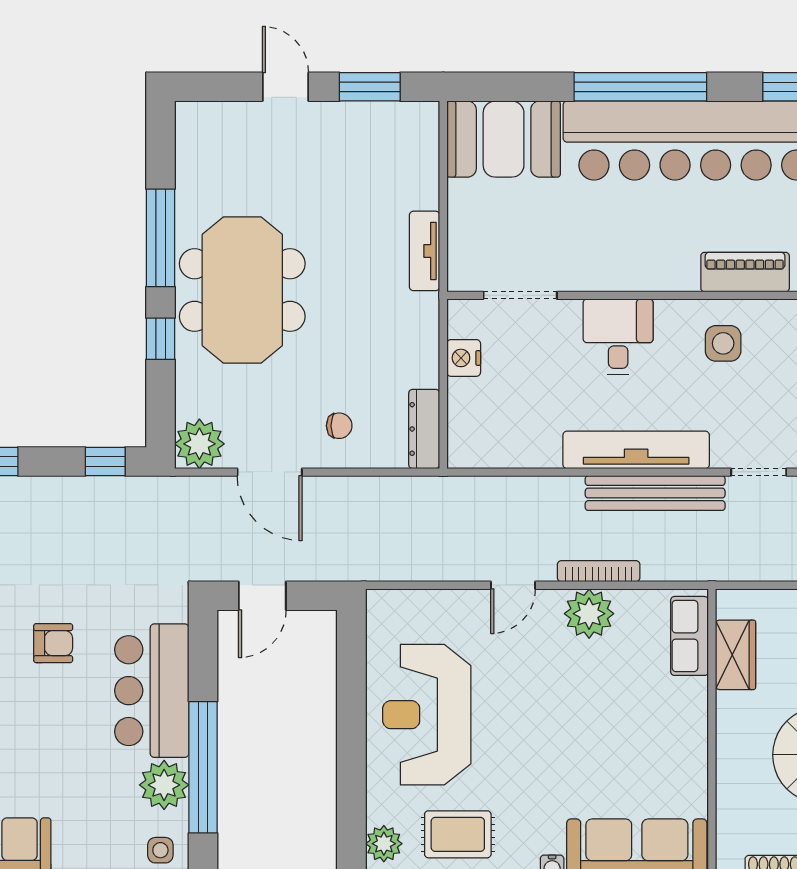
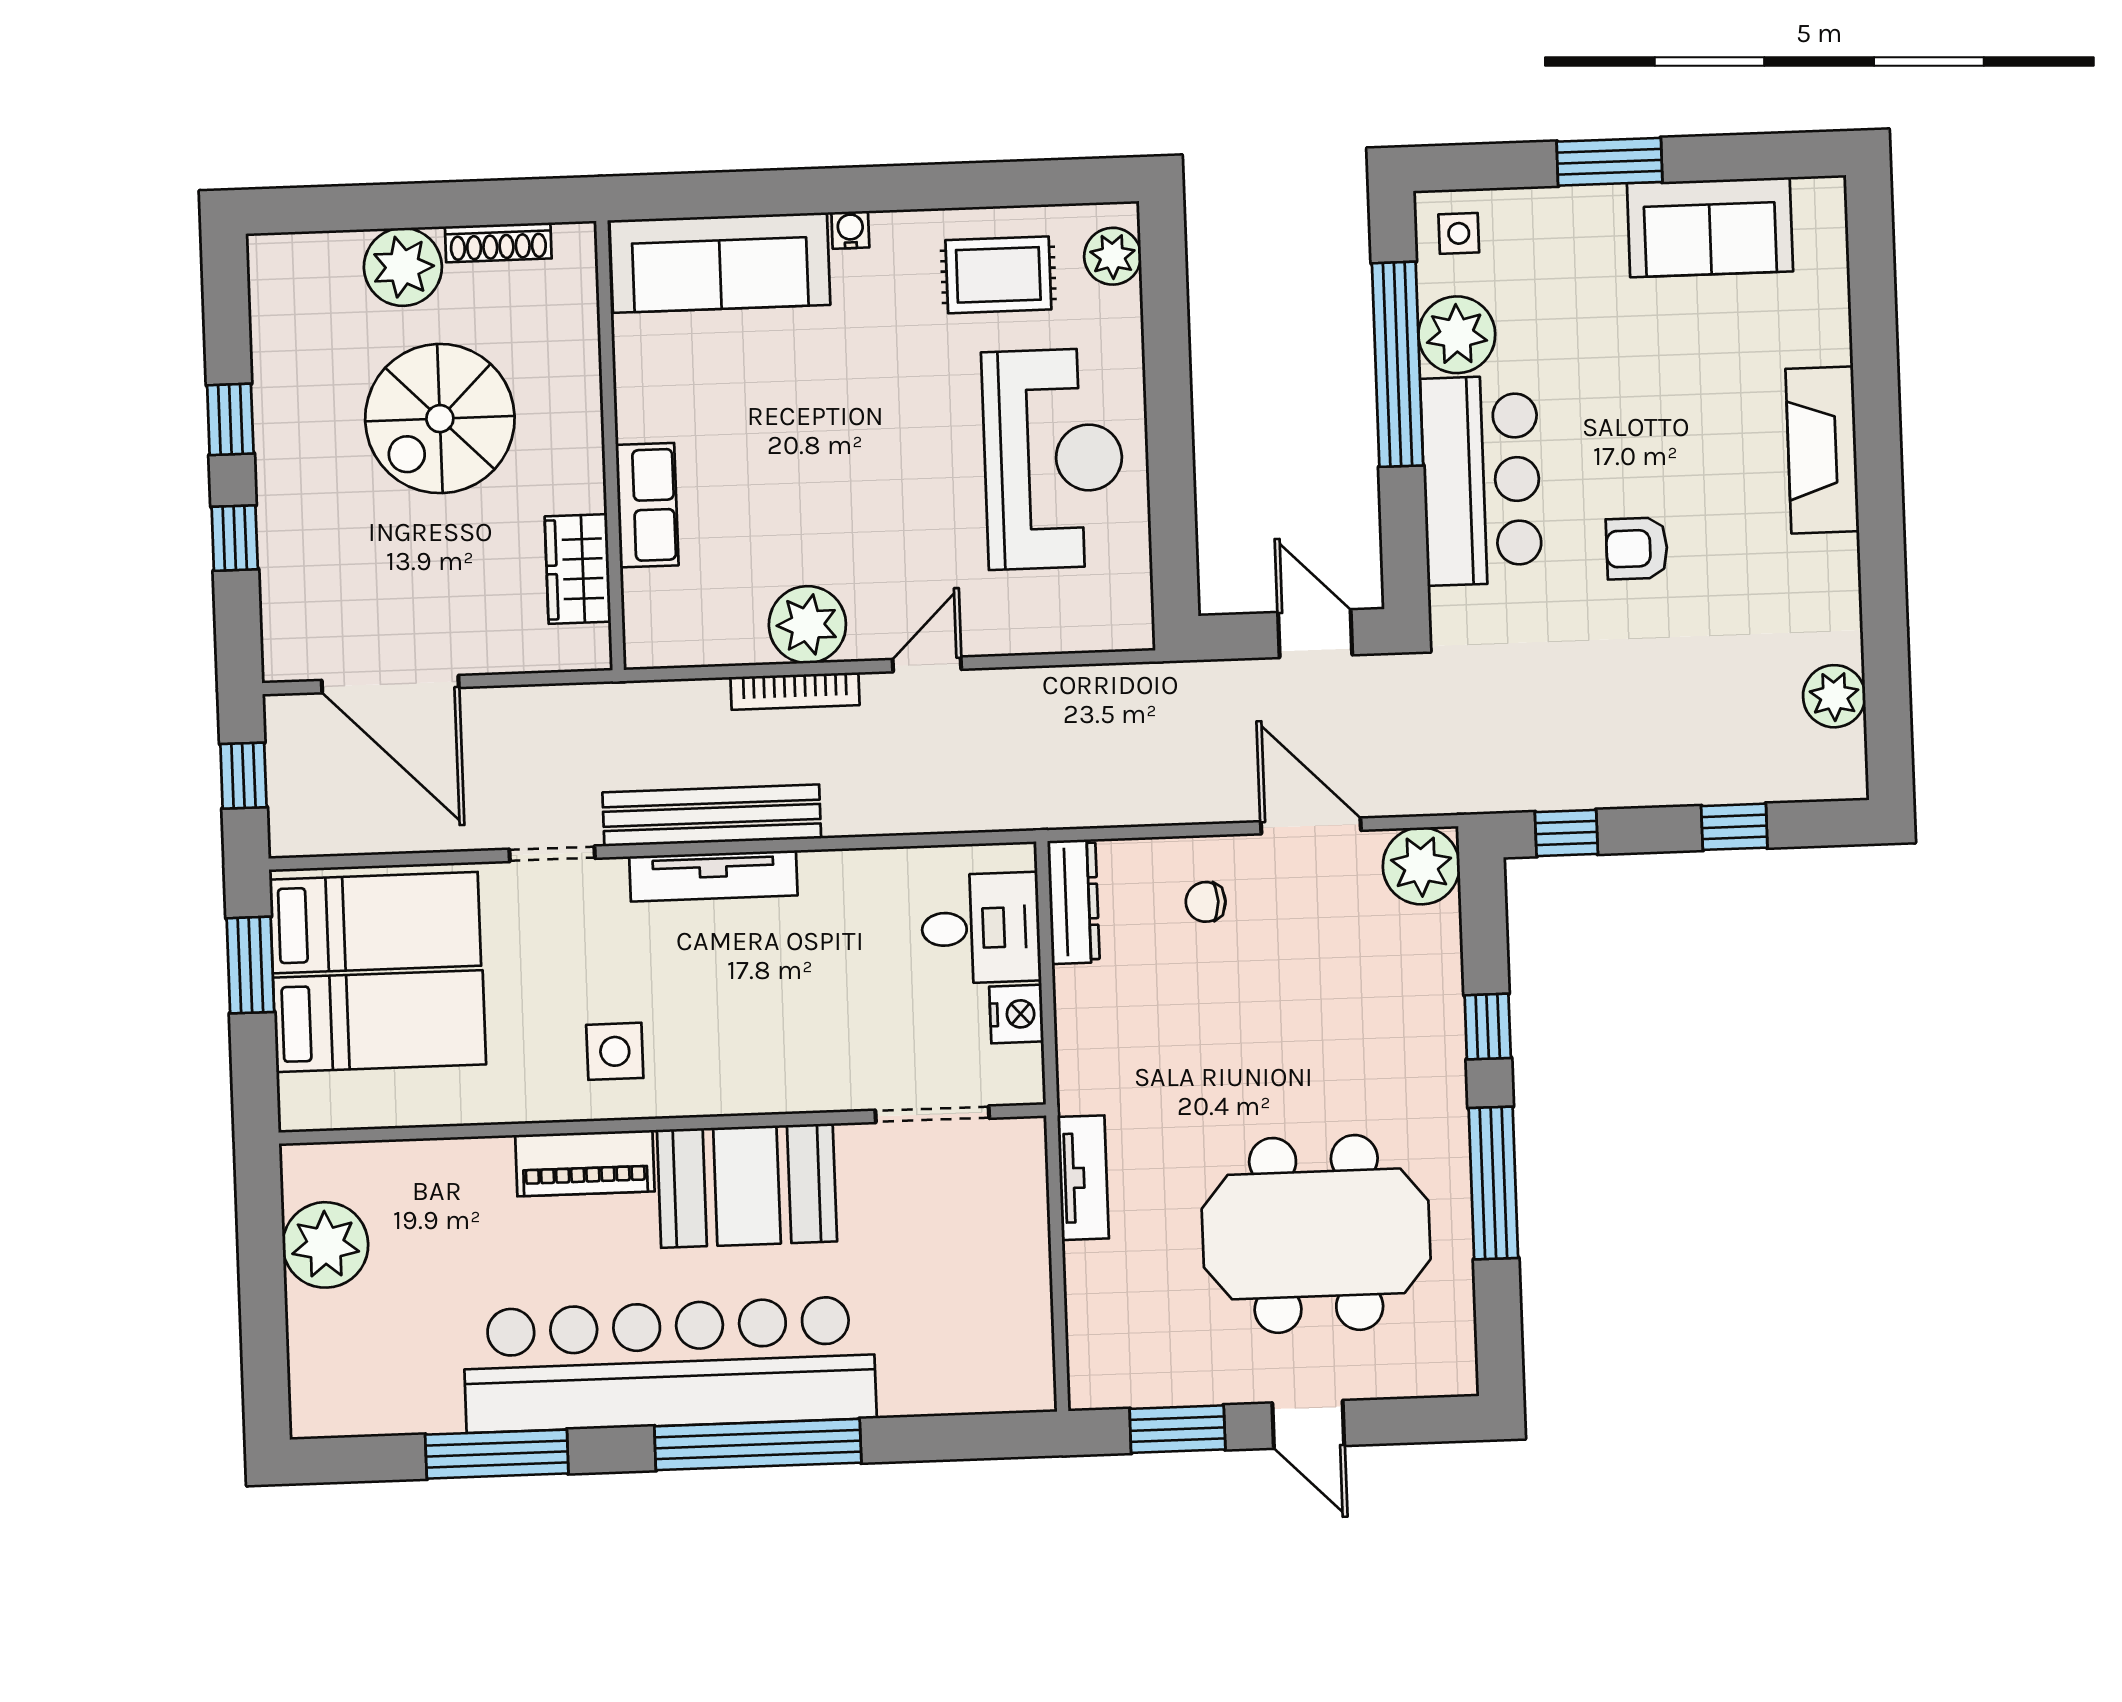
booth: (504, 139) -> (747, 1186), moved
meeting table: (242, 290) -> (1316, 1234), moved, turned 90
desk: (618, 337) -> (981, 928), moved, turned -90
tv unit: (636, 450) -> (713, 876), width x0.73, depth x0.78
door: (262, 596) -> (1315, 634), hinge flipped
row of seats: (689, 636) -> (647, 505), moved

